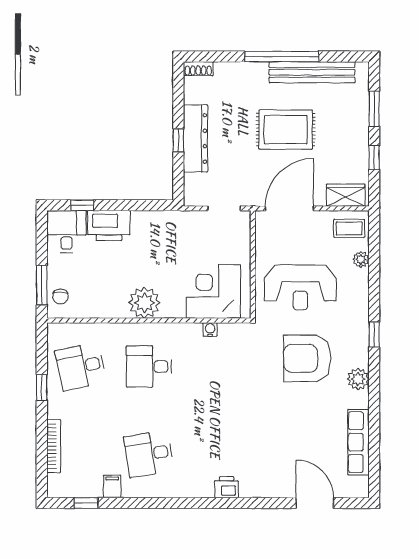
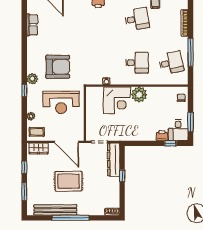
dresser: (195, 138) -> (114, 160), moved
door: (289, 208) -> (67, 142), hinge flipped
printer: (109, 226) -> (162, 136), width x0.53, depth x0.68
window: (42, 285) -> (191, 122), moved
reception desk: (300, 287) -> (61, 102), turned 180
corner desk: (213, 291) -> (117, 100), moved
window: (374, 334) -> (24, 90), moved
plant: (358, 379) -> (32, 79), moved
window: (42, 387) -> (191, 52), width x2.17
row of seats: (358, 442) -> (32, 25), width x0.68

